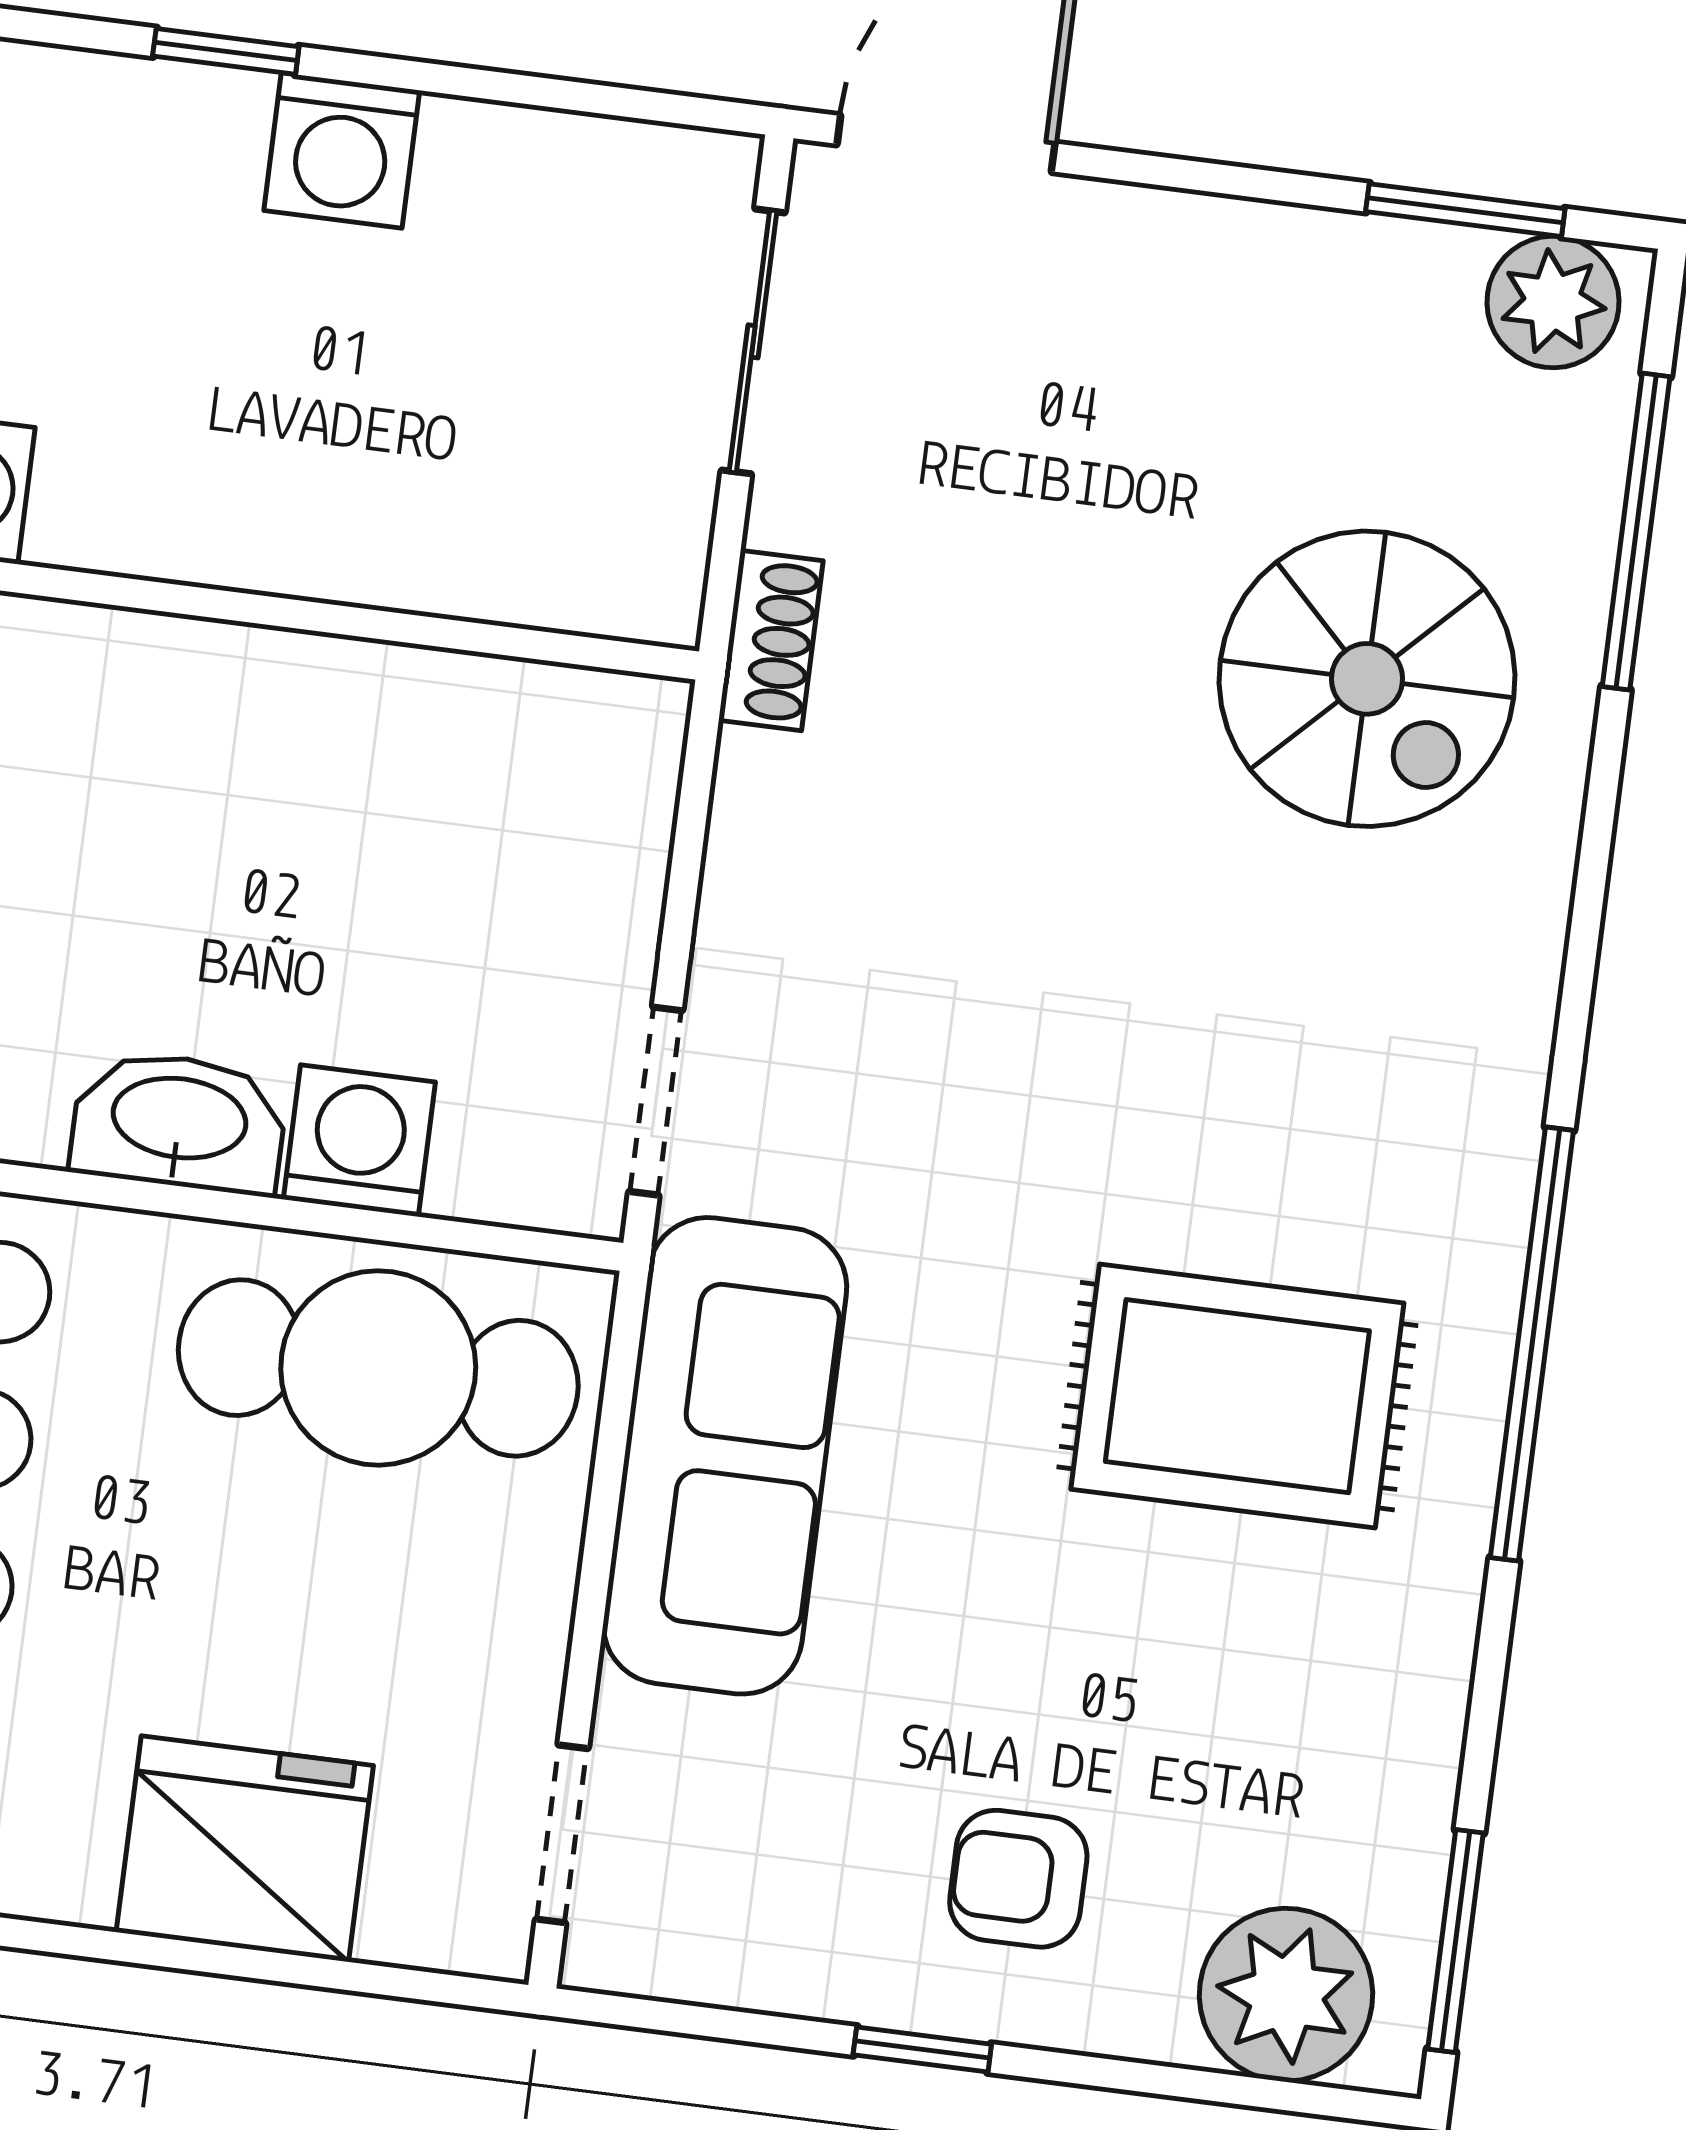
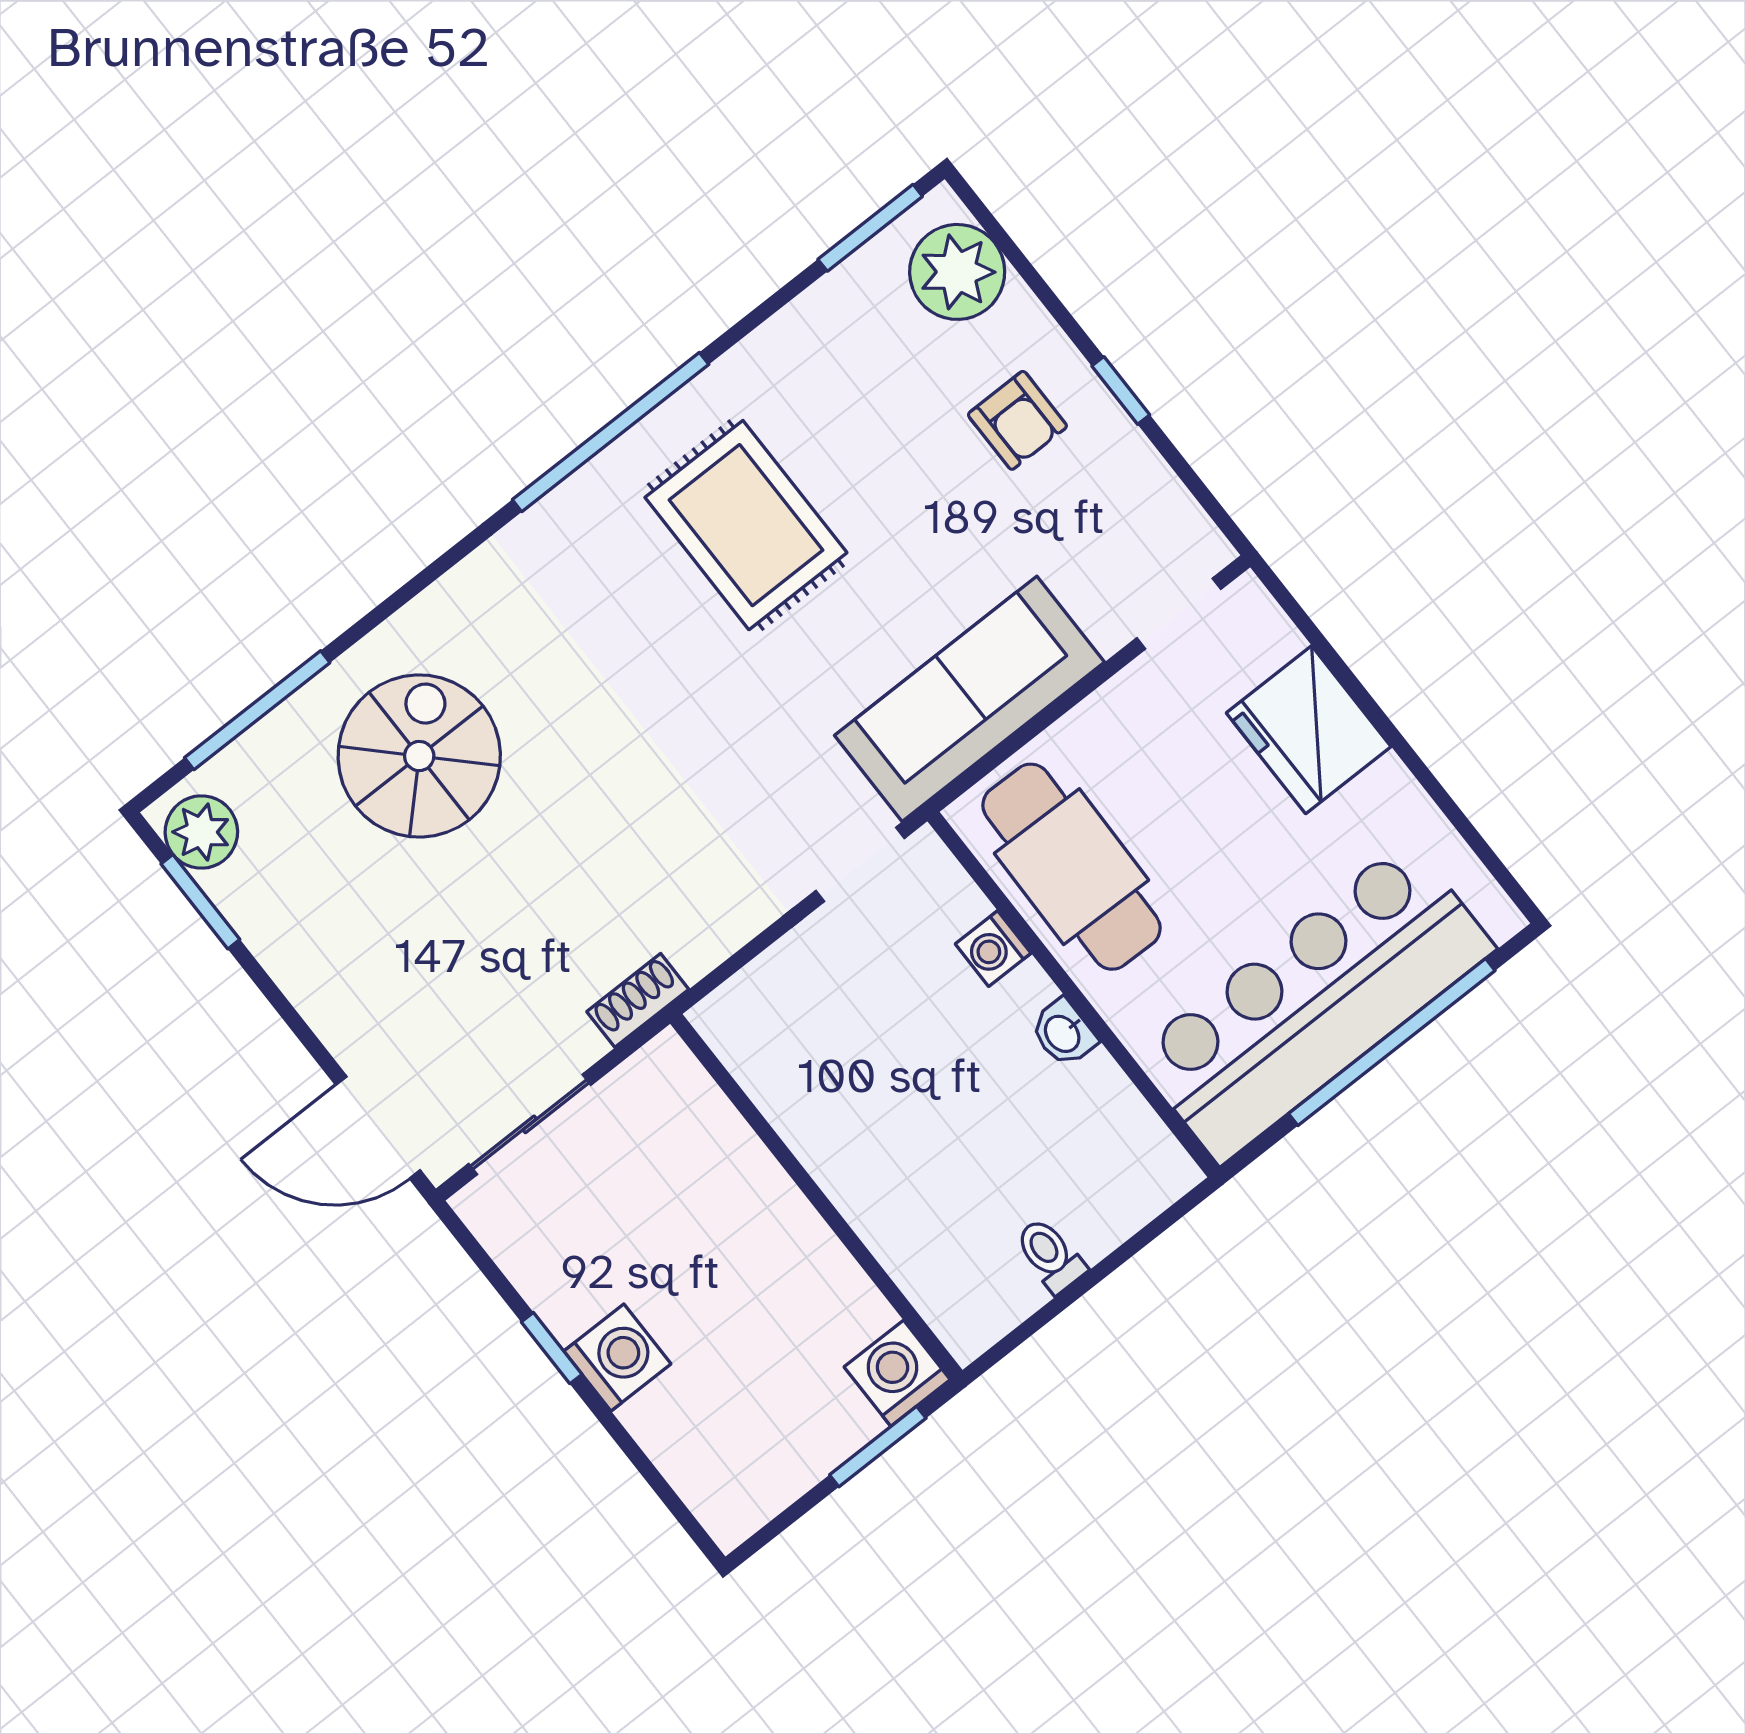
window: (226, 51) -> (552, 1348), moved
washbasin: (179, 1122) -> (1063, 1033), width x0.52, depth x0.69
washing machine: (359, 1141) -> (993, 949), width x0.73, depth x0.73

